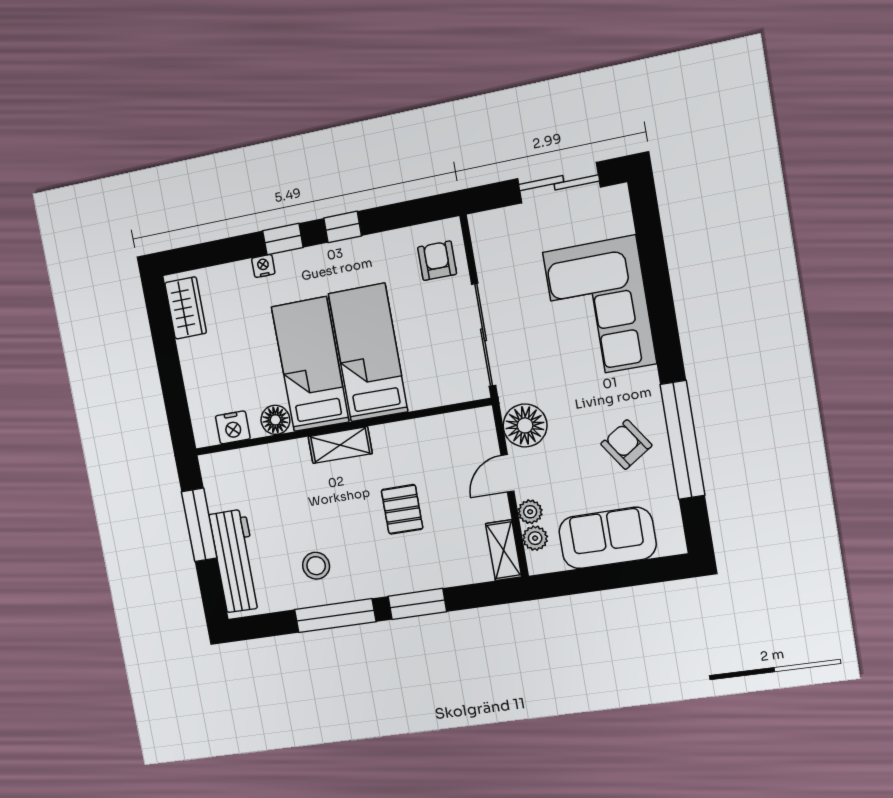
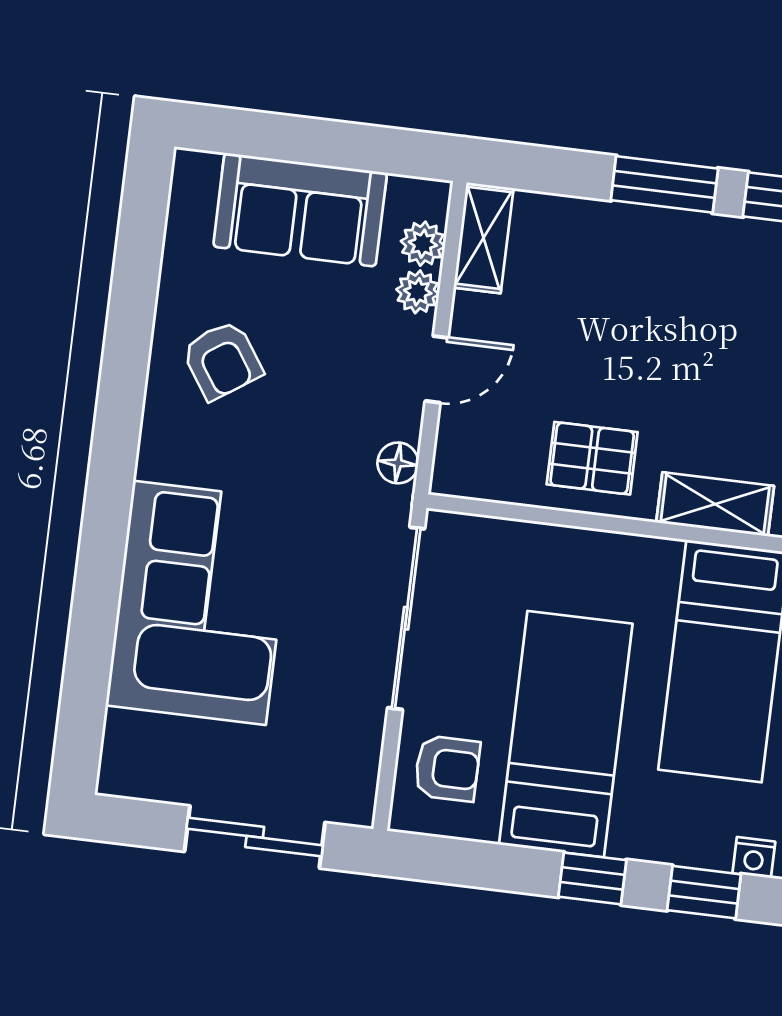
sliding door: (559, 183) -> (255, 837), moved
armchair: (437, 261) -> (447, 768), turned -90
bed: (368, 353) -> (566, 734), moved, turned 180
floor lamp: (525, 425) -> (398, 463), width x0.53, depth x0.53
window: (683, 440) -> (128, 341), removed
pallet: (402, 509) -> (592, 458), moved, turned 90

